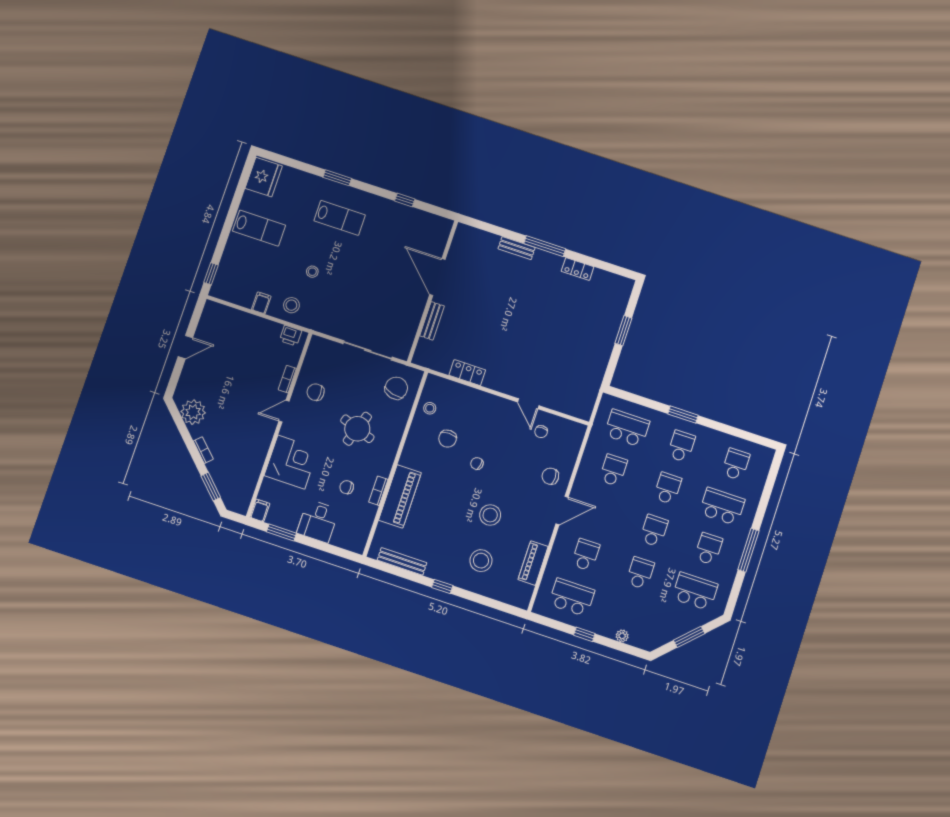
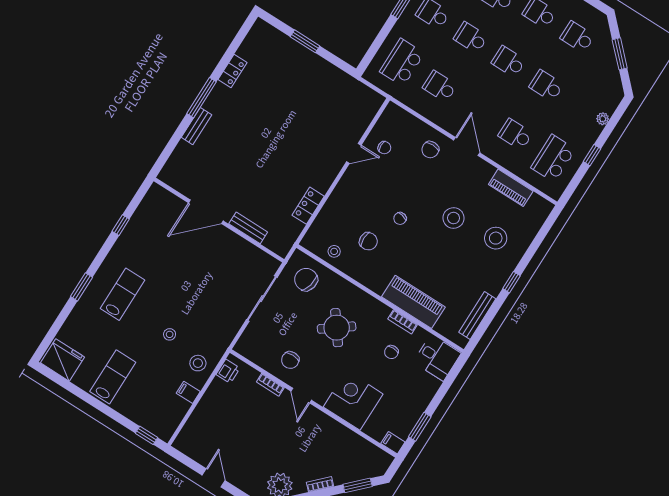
round table: (357, 429) -> (337, 328), turned 34
desk: (318, 521) -> (437, 358), moved
school desk: (695, 591) -> (577, 37), width x0.54

